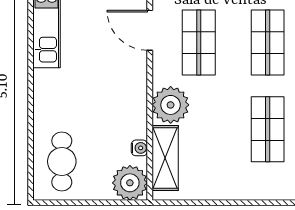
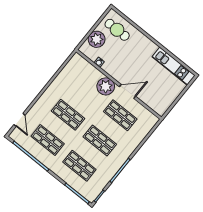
door: (150, 30) -> (128, 91), moved
shelving: (165, 158) -> (88, 69), removed
plant: (130, 183) -> (97, 39), moved

